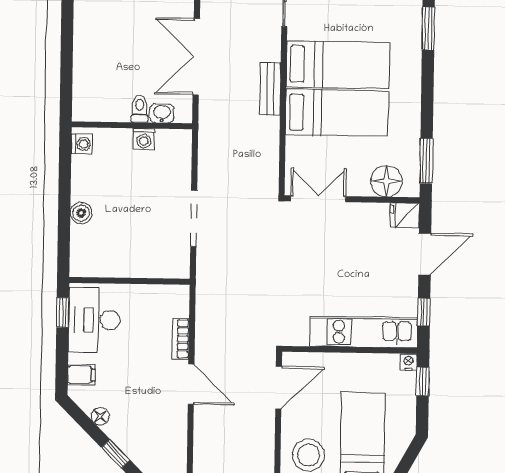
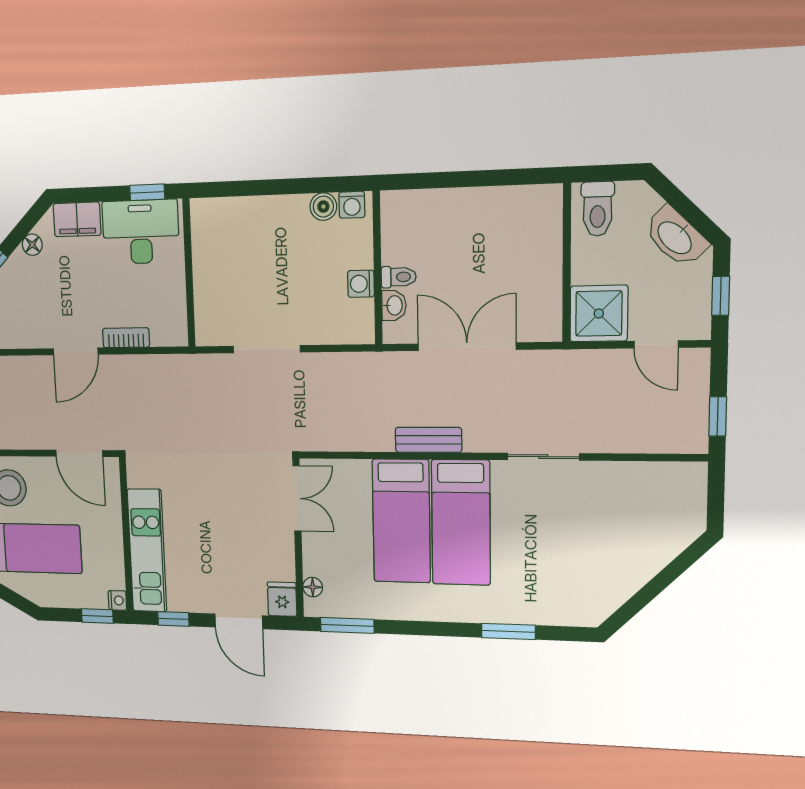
floor lamp: (386, 181) -> (313, 587), width x0.53, depth x0.53
boiler: (81, 213) -> (323, 207), moved
filing cabinet: (81, 375) -> (77, 219), width x2.00

